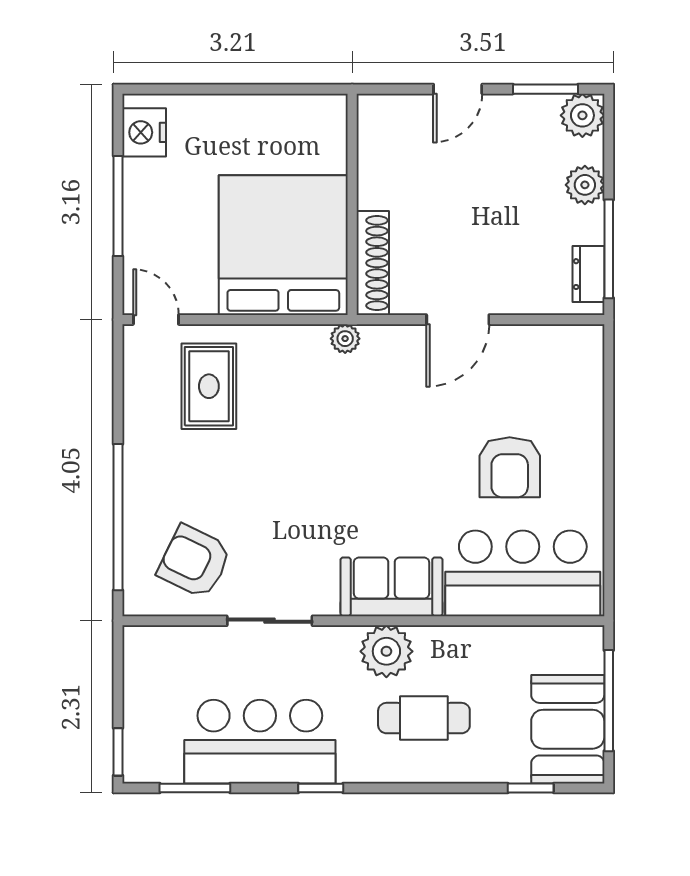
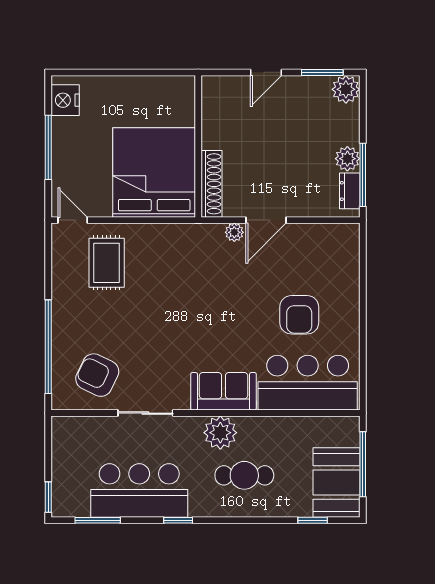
plant: (585, 185) -> (347, 159), moved
plant: (345, 339) -> (234, 232), moved

